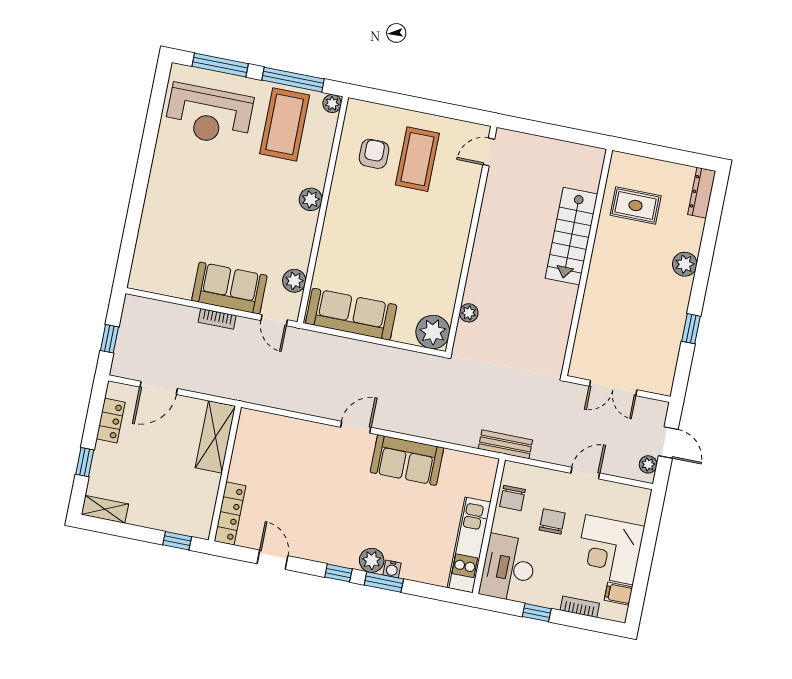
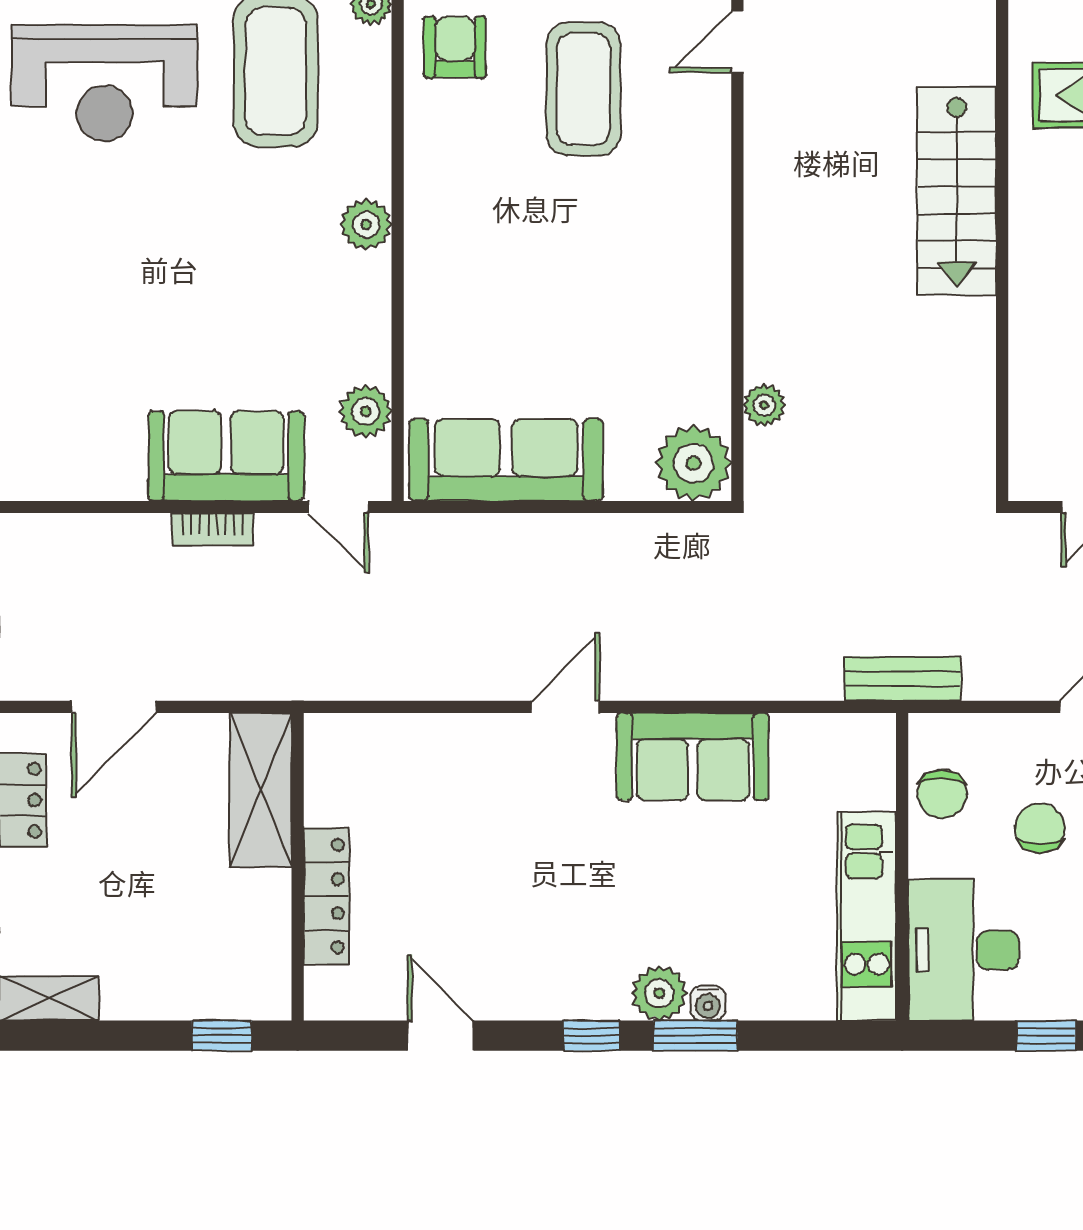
armchair: (374, 154) -> (455, 47), moved
locker: (230, 513) -> (326, 896), moved

